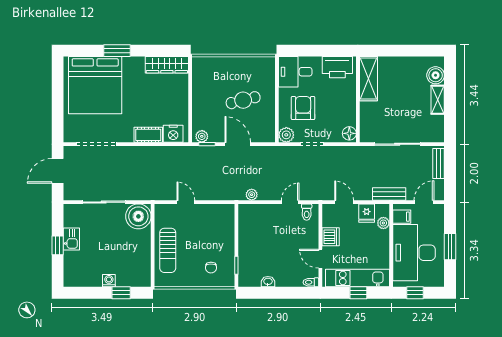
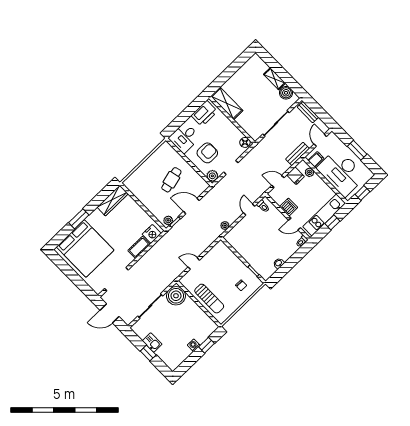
boiler: (436, 75) -> (286, 93), moved
armchair: (303, 108) -> (207, 153), turned 90
door: (58, 171) -> (110, 313), hinge flipped

